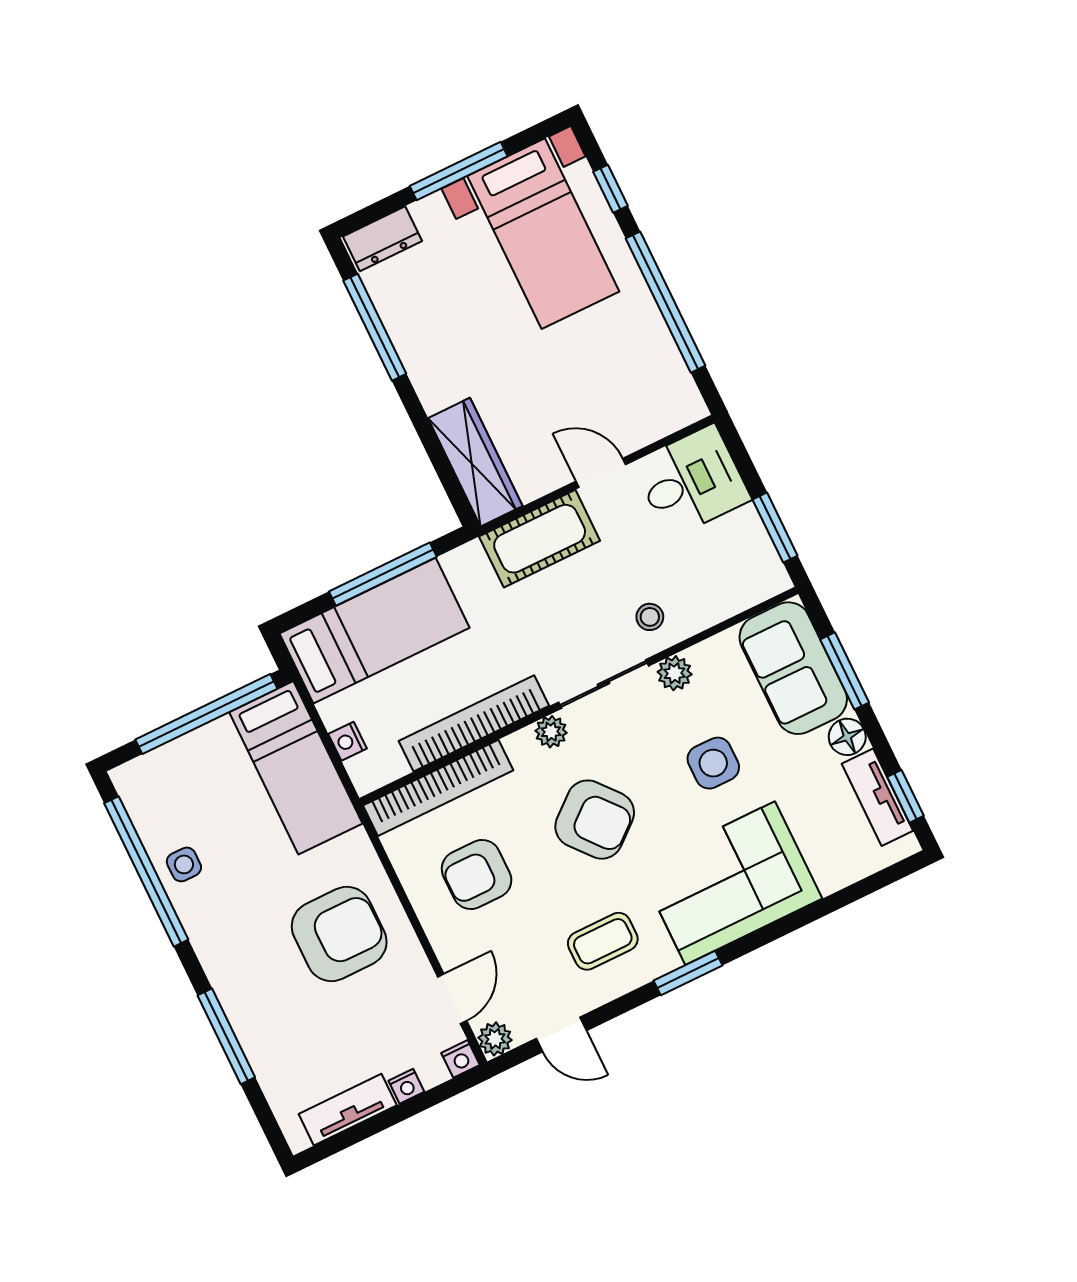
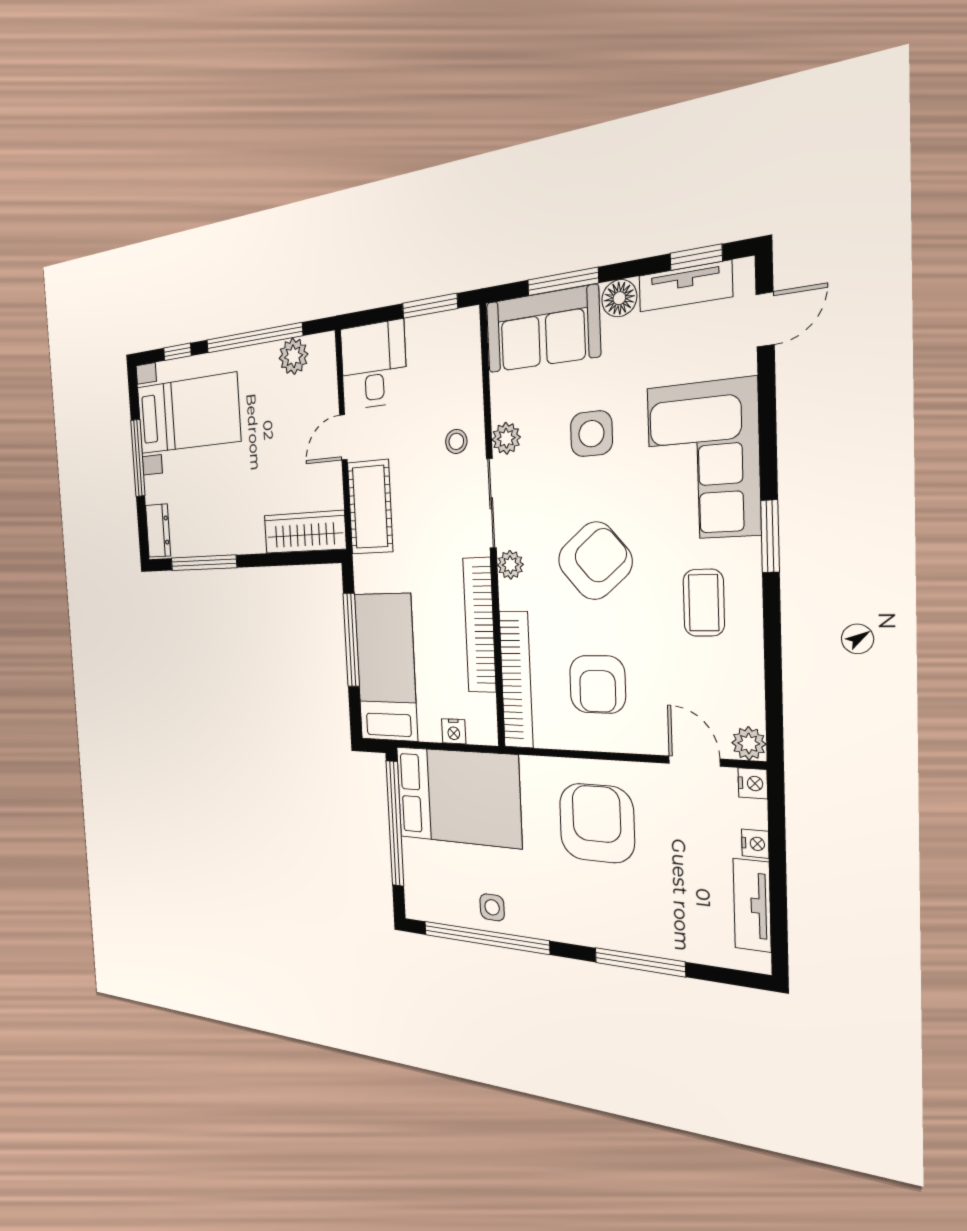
plant: (664, 368) -> (293, 356), added
bed: (296, 768) -> (458, 797), width x1.50
door: (561, 1034) -> (765, 319), moved

